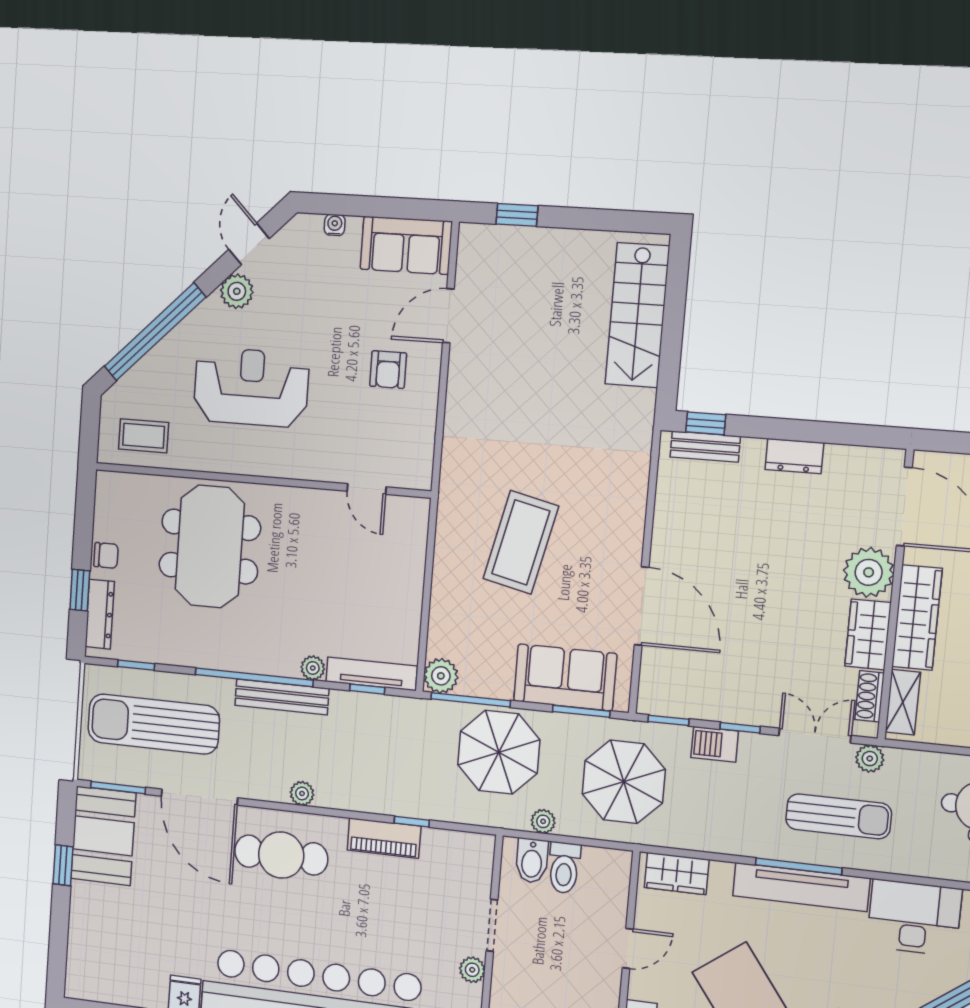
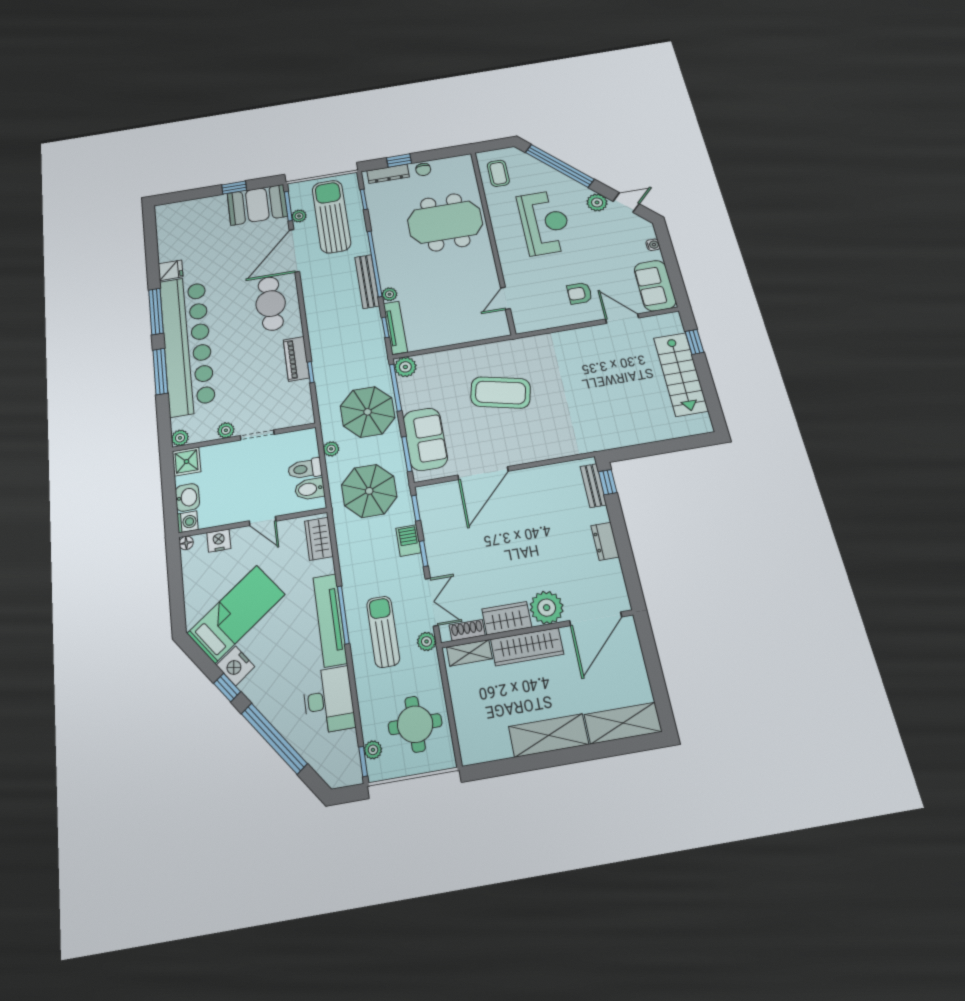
stairs: (637, 315) -> (681, 374), moved, turned -90
plant: (302, 793) -> (299, 216), moved
sun lounger: (839, 816) -> (383, 632), turned 180
bidet: (532, 861) -> (310, 489), moved

